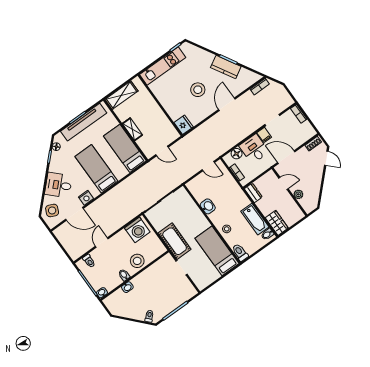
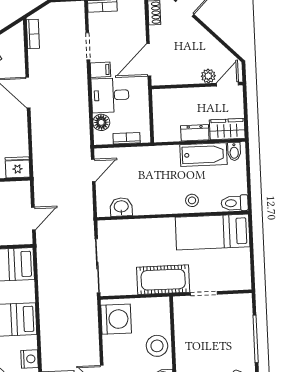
door: (283, 183) -> (227, 84), moved
dresser: (253, 193) -> (195, 133), moved
washbasin: (208, 206) -> (121, 207), moved

